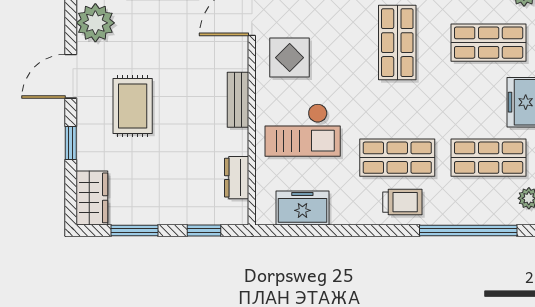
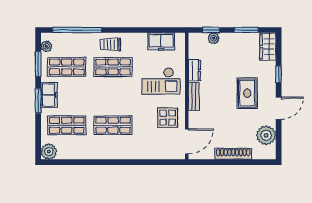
shop shelf: (397, 43) -> (113, 125), turned 90
checkout: (303, 130) -> (161, 81), turned 180
dresser: (237, 178) -> (194, 70), moved
plant: (199, 214) -> (214, 38), added

